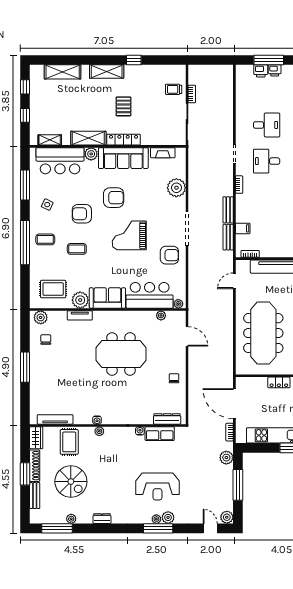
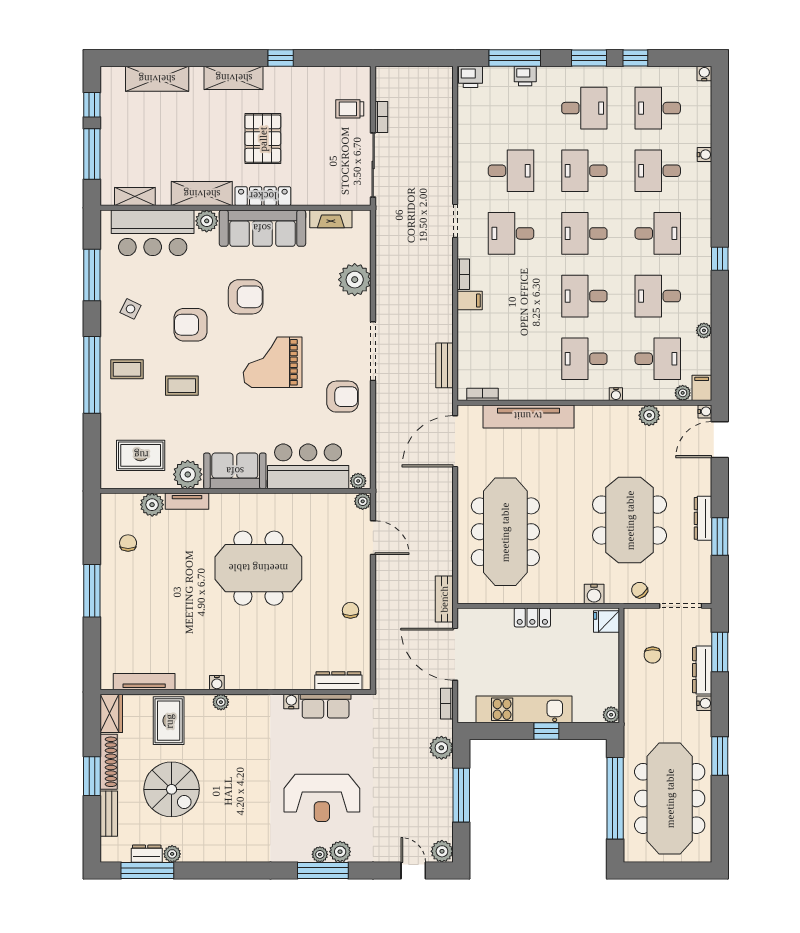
printer: (261, 71) -> (470, 77), moved
pallet: (123, 106) -> (263, 139), width x1.50, depth x1.42
window: (25, 115) -> (92, 154), width x2.17
bench: (228, 210) -> (444, 599), moved
filing cabinet: (243, 228) -> (470, 301), moved
door: (234, 281) -> (455, 441), width x1.88
plant: (161, 315) -> (363, 501), moved
plant: (41, 317) -> (152, 505), moved
dresser: (102, 519) -> (147, 854), moved

